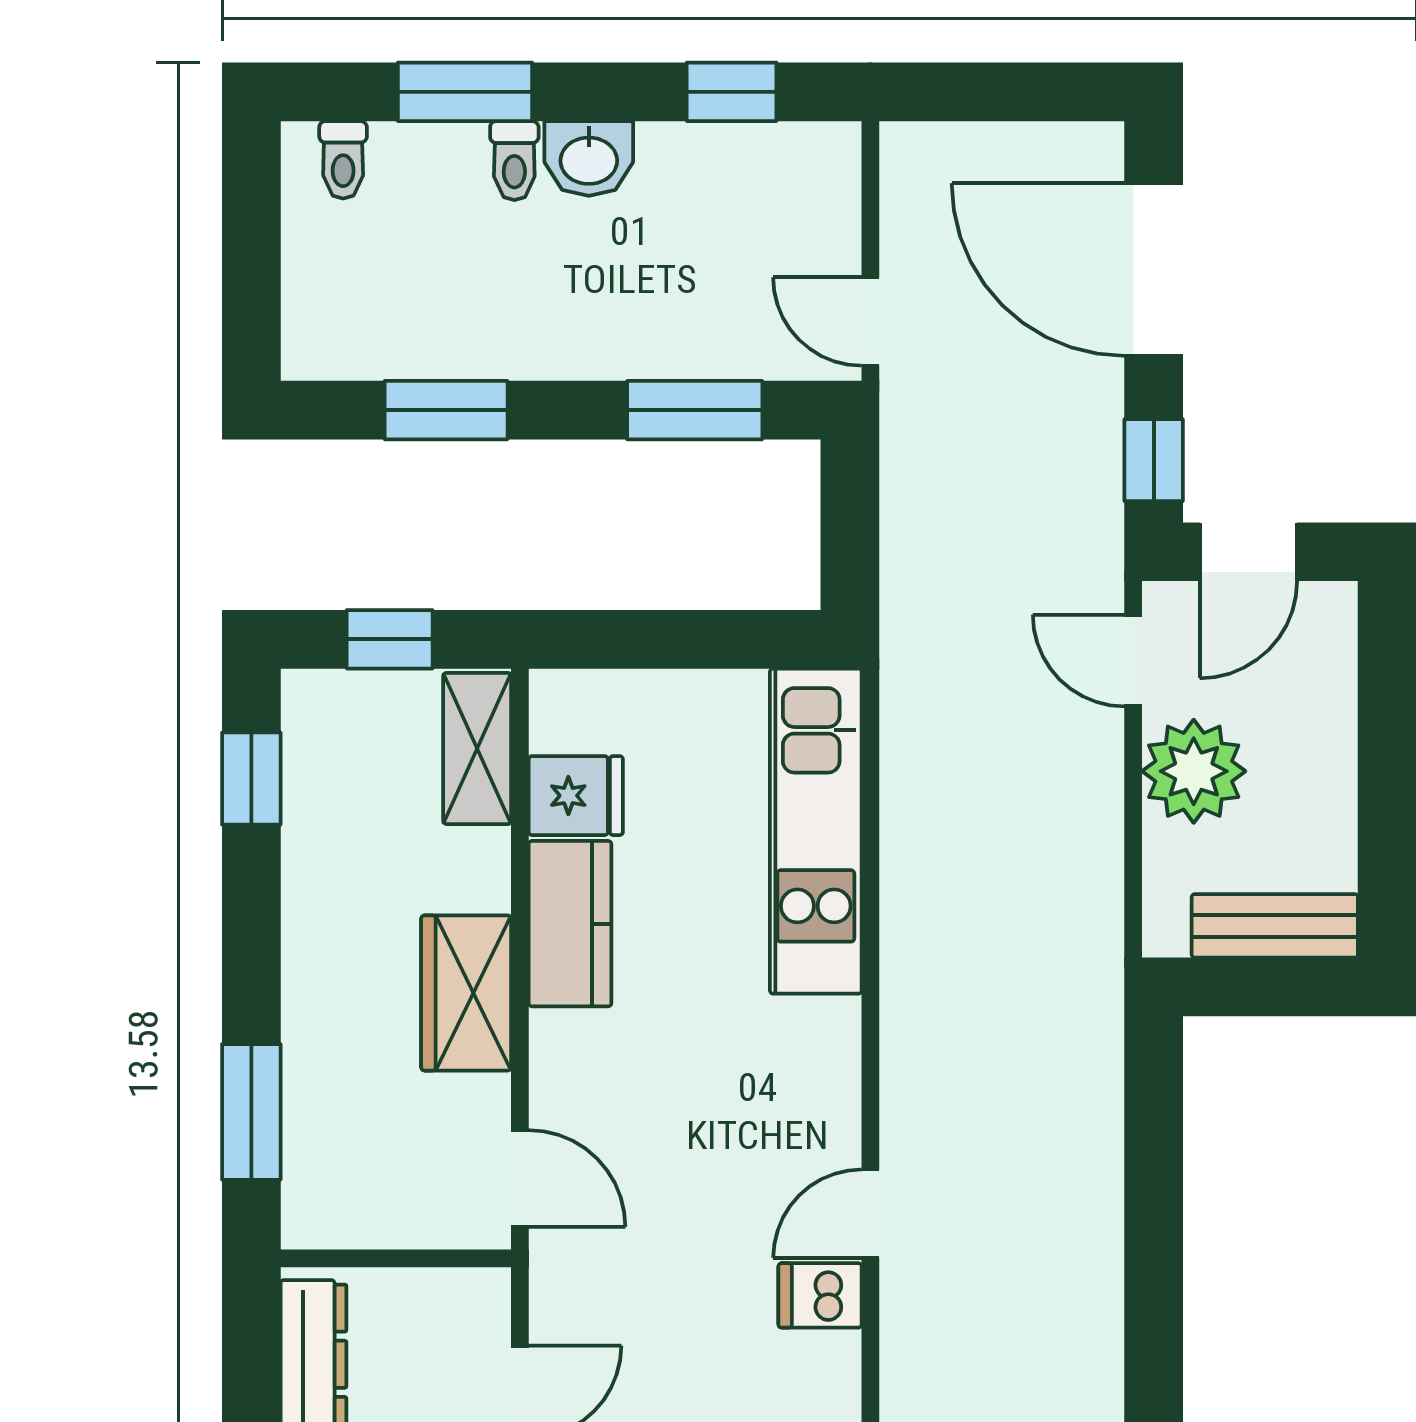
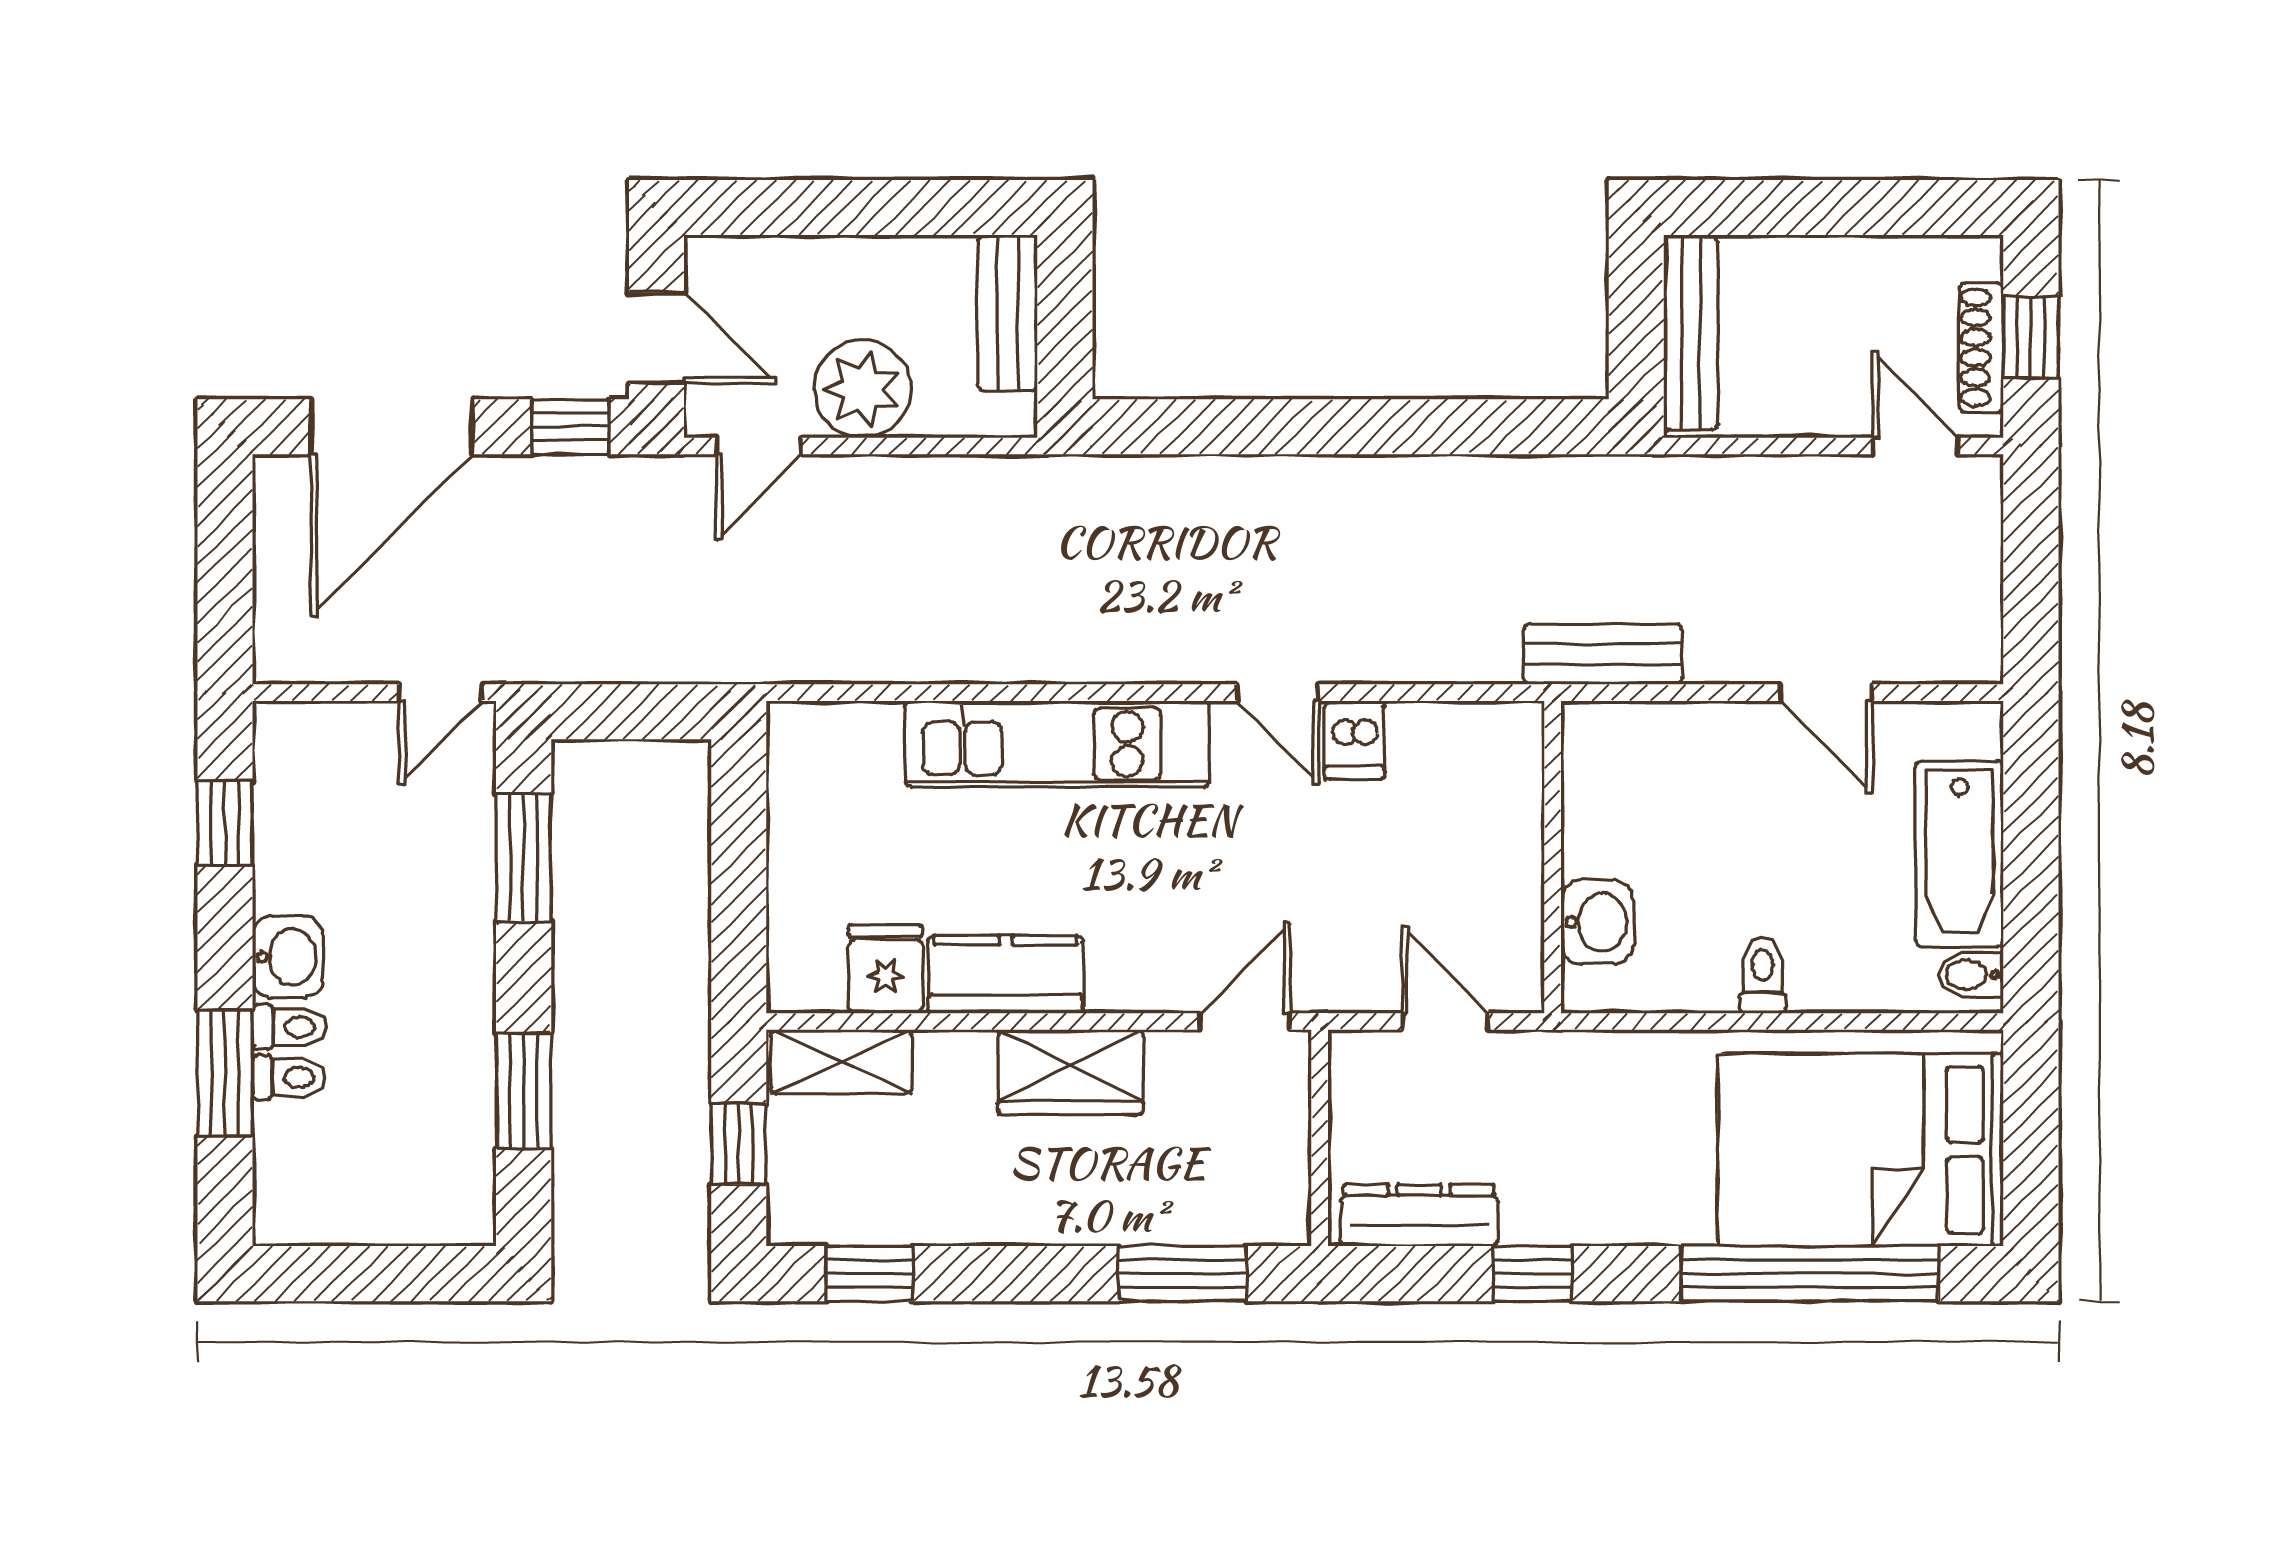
toilet: (343, 160) -> (289, 1077), moved
kitchen unit: (816, 831) -> (1057, 744), moved

